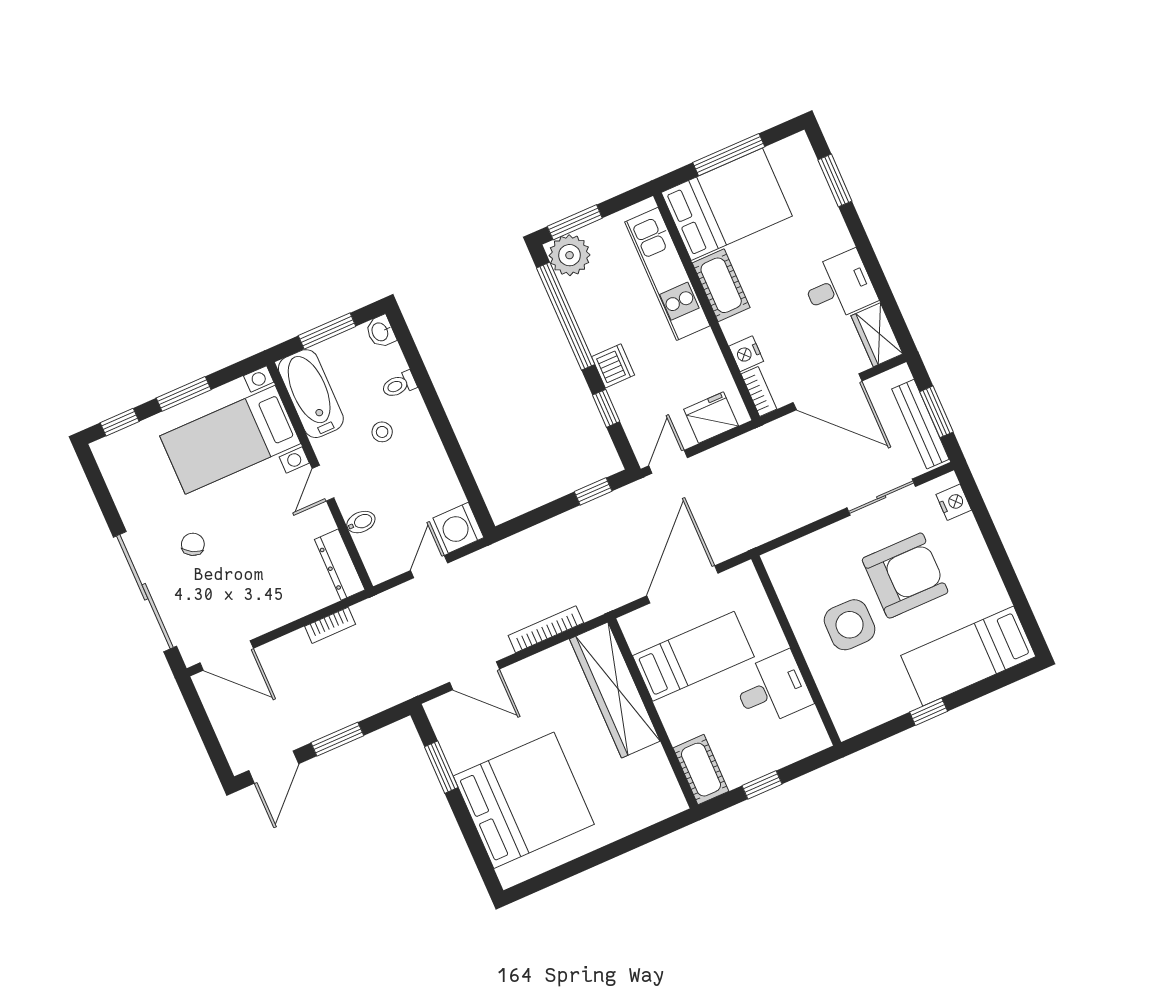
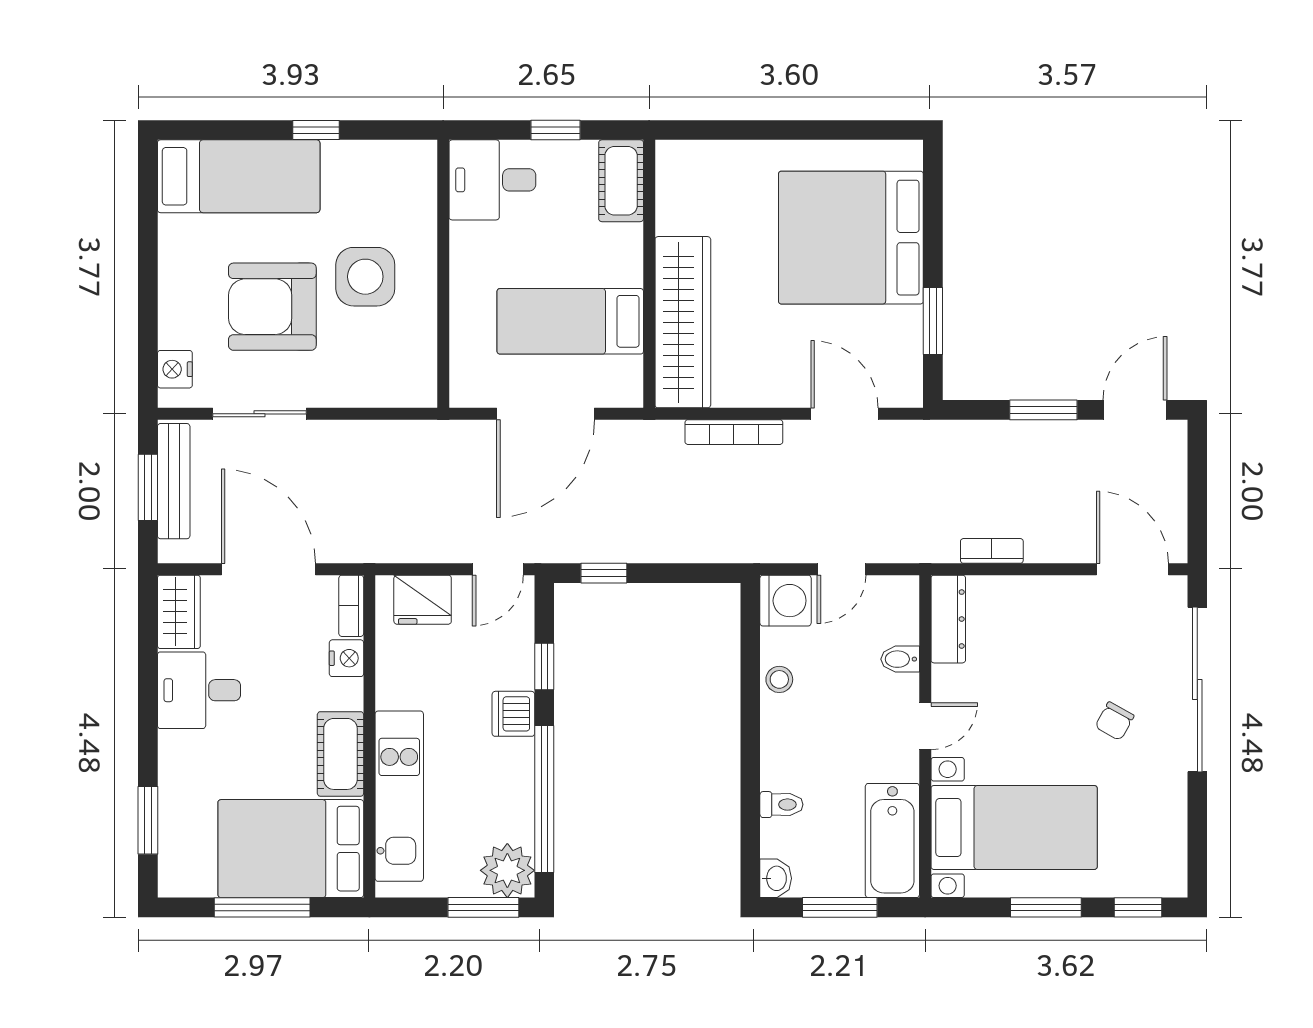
stool: (382, 432) -> (779, 679), moved
desk: (772, 689) -> (492, 180), moved

